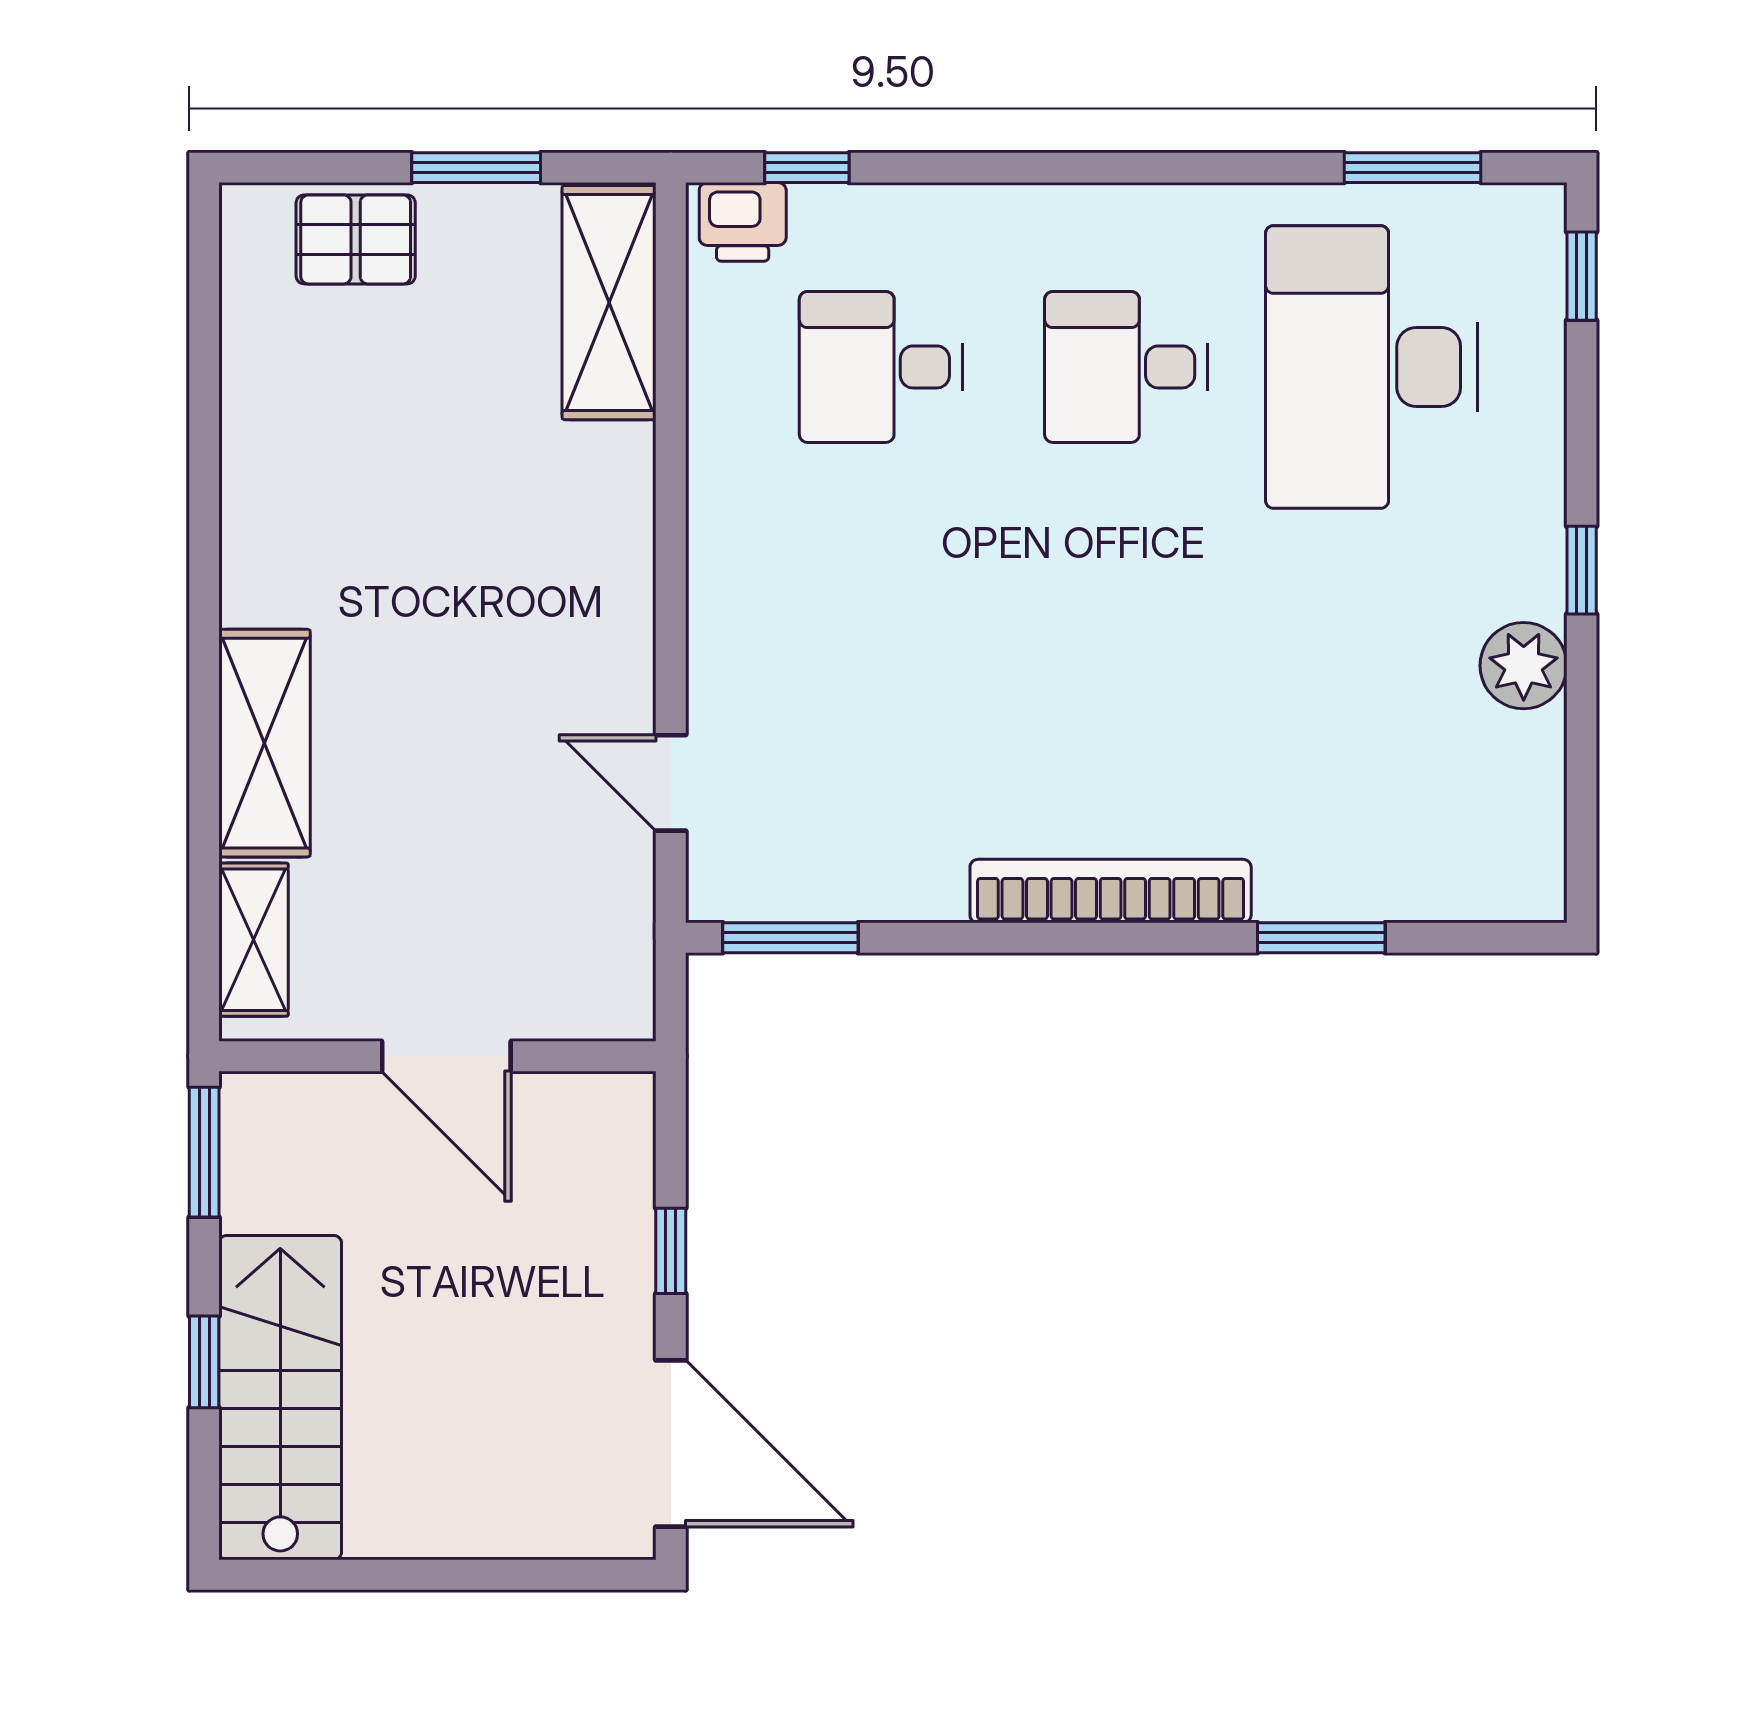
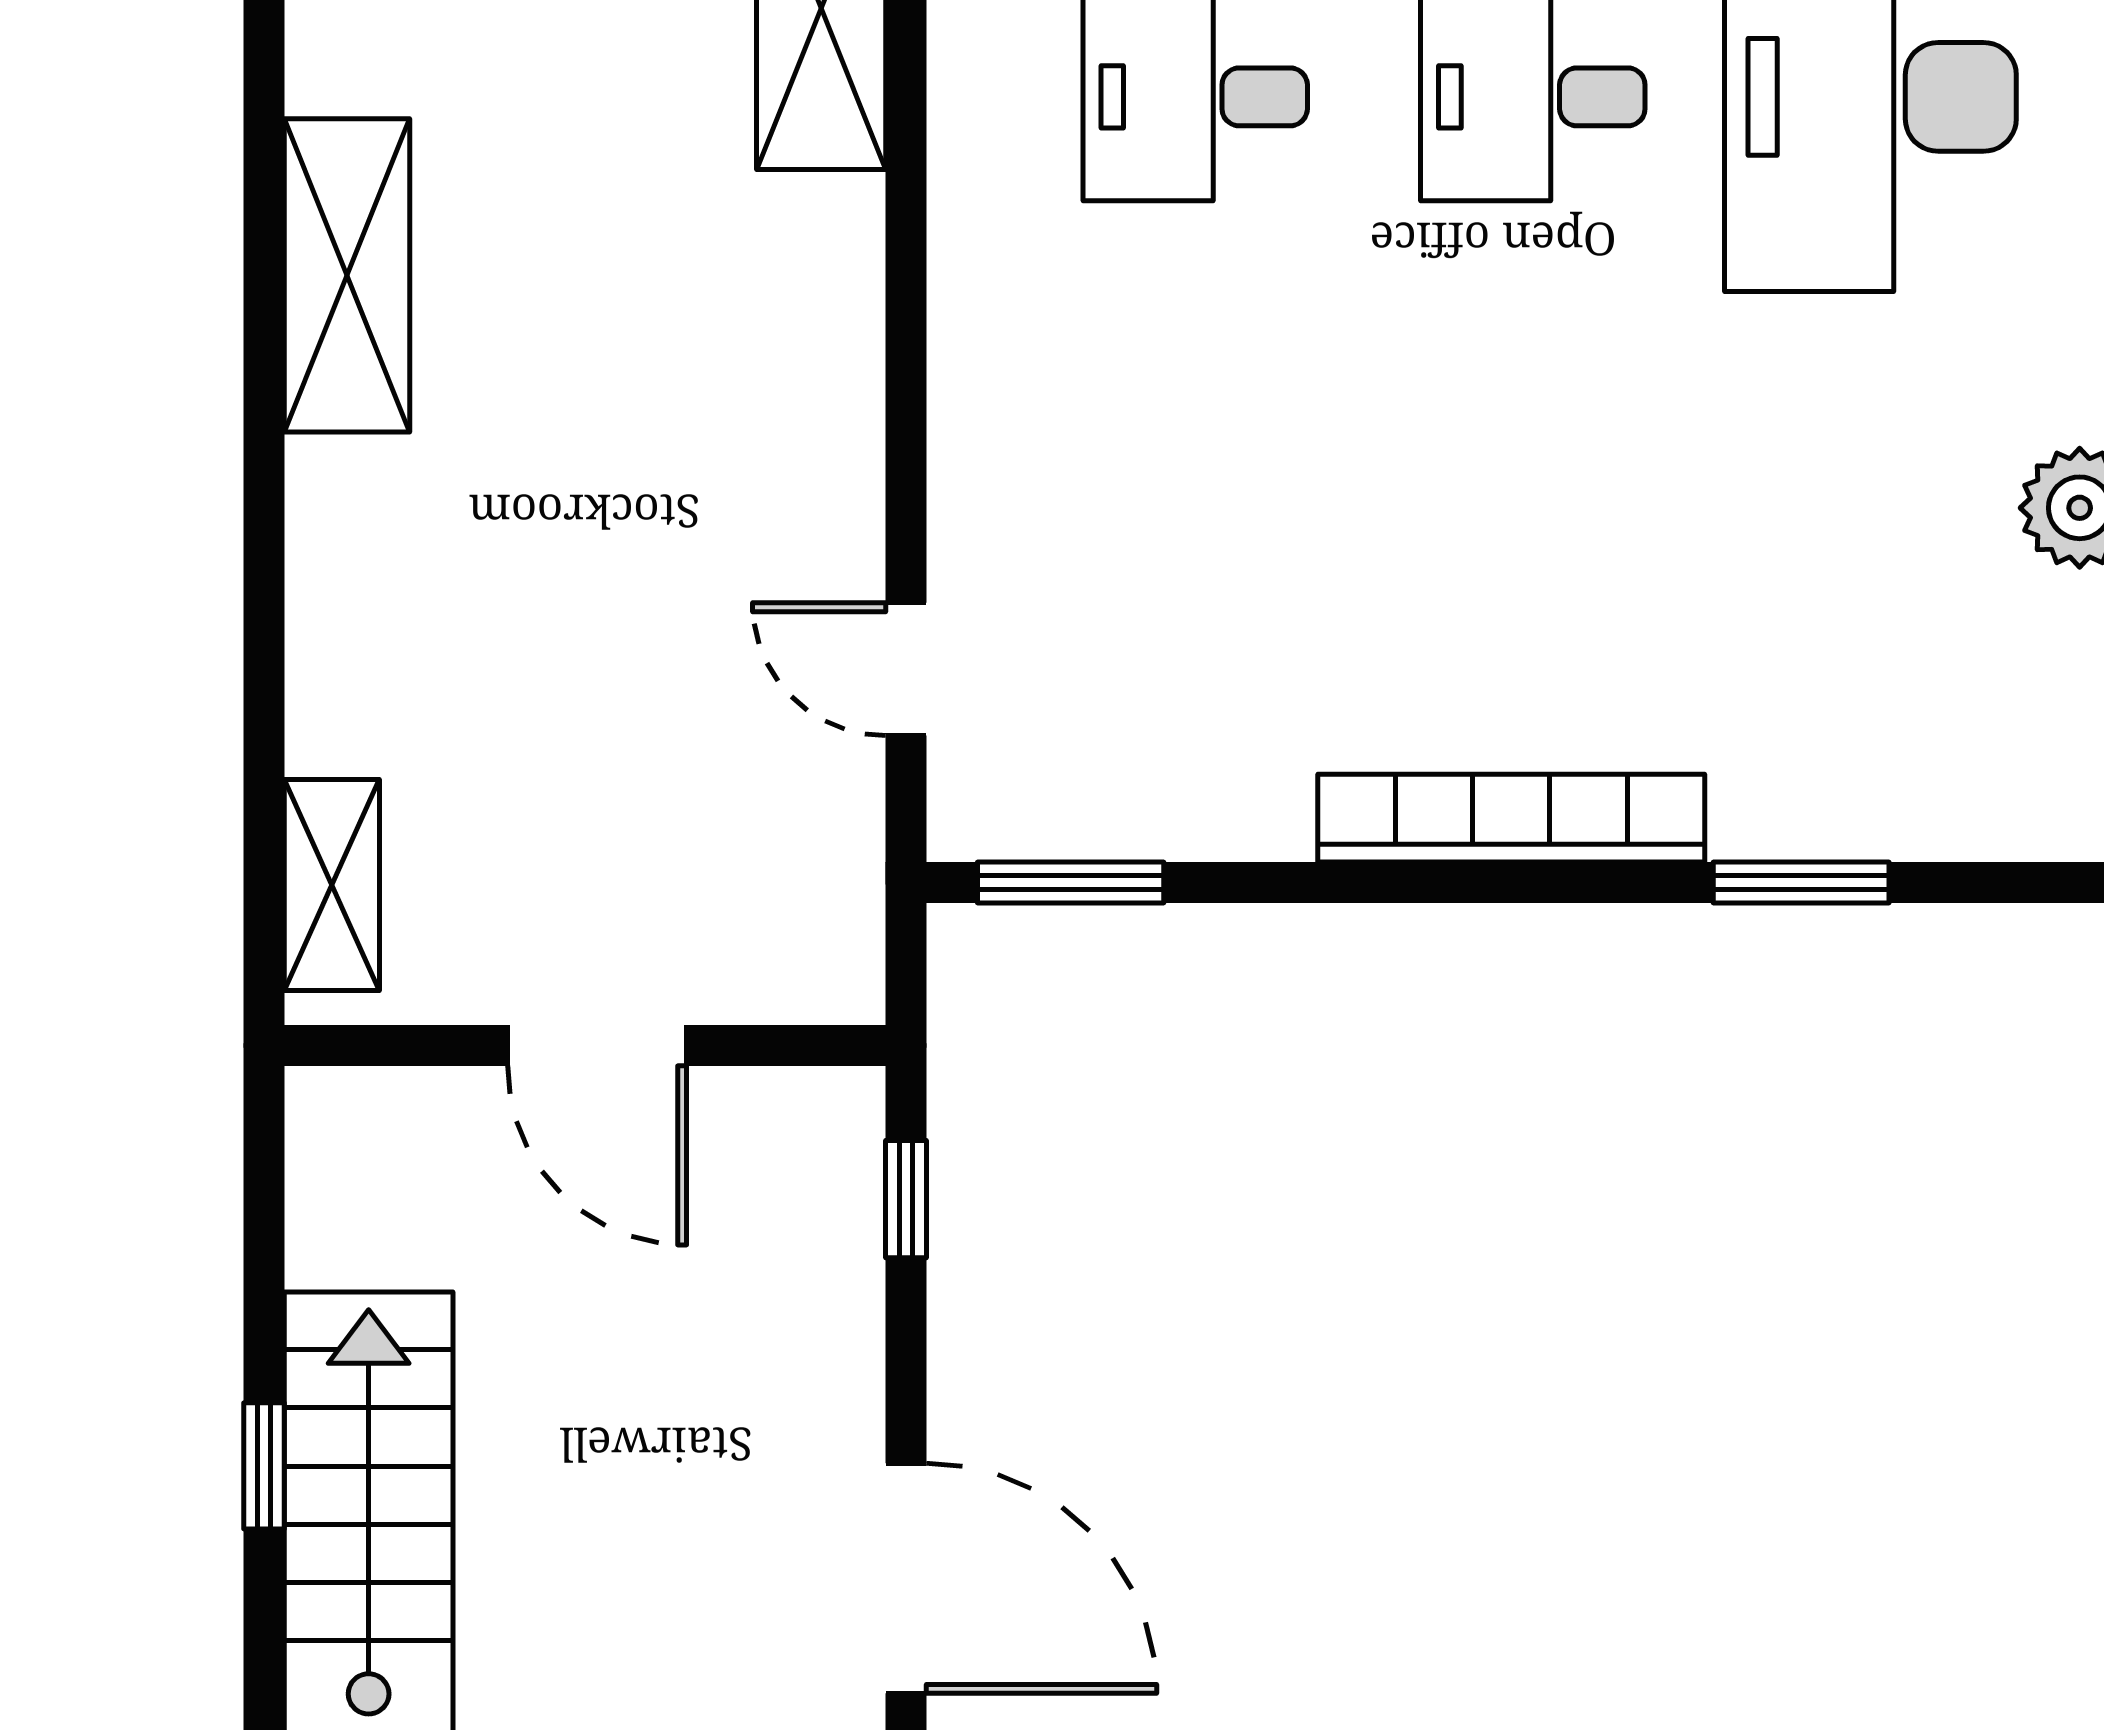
shelving: (265, 743) -> (347, 275), moved
window: (204, 1152) -> (264, 1177), removed
window: (671, 1251) -> (906, 1199), moved

